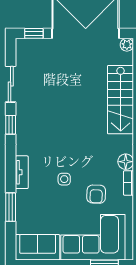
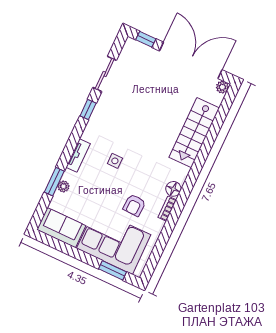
side table: (64, 179) -> (115, 161), moved
plant: (21, 208) -> (63, 186), added

